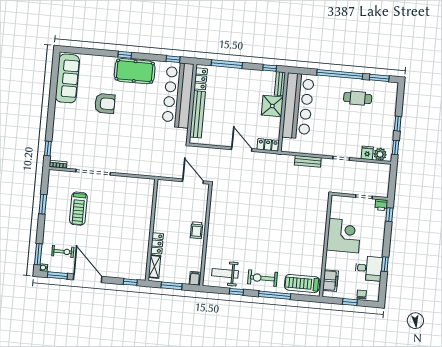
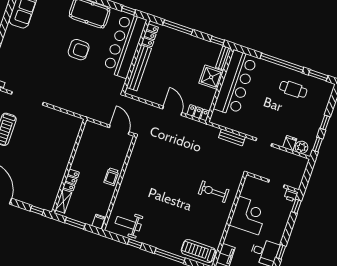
armchair: (105, 104) -> (79, 50), moved
exercise bike: (263, 278) -> (214, 192), moved

